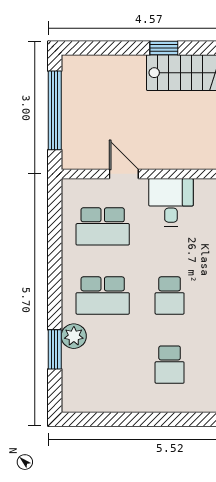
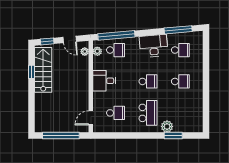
window: (164, 48) -> (32, 72), moved
door: (124, 174) -> (91, 118), moved
school desk: (103, 226) -> (115, 113), width x0.54

